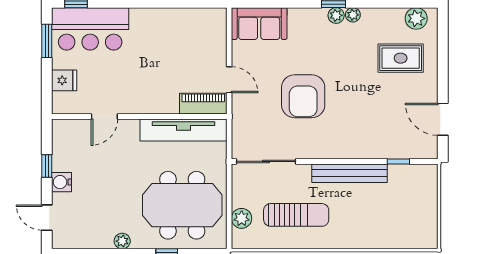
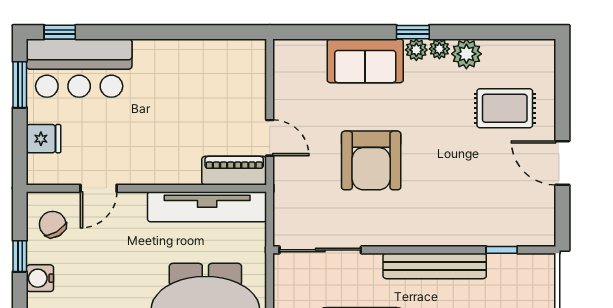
plant: (416, 18) -> (466, 54), moved
sofa: (259, 24) -> (365, 61), moved
door: (443, 119) -> (562, 163), moved
chair: (71, 143) -> (53, 224), added

